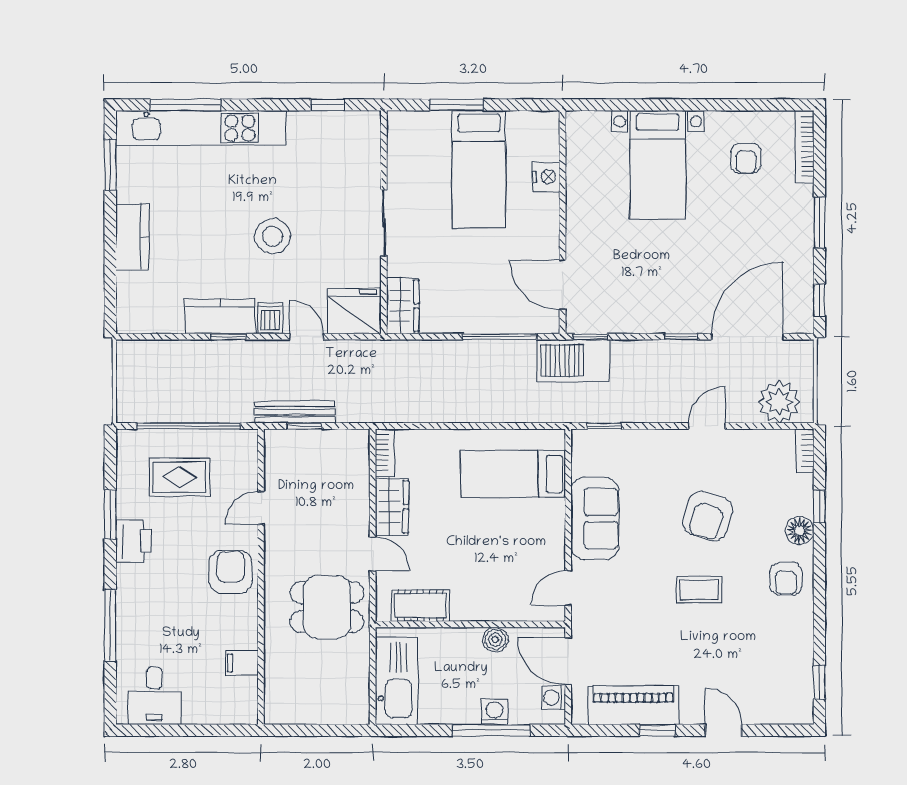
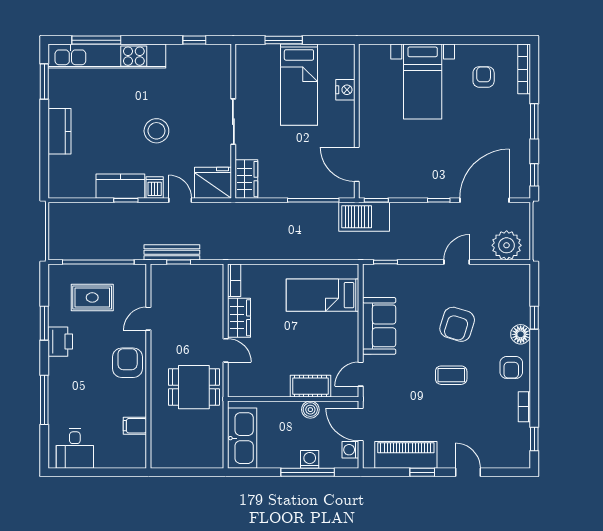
armchair: (746, 158) -> (484, 77), turned 180
bookcase: (805, 451) -> (524, 407), moved
cot: (421, 606) -> (310, 386), moved

